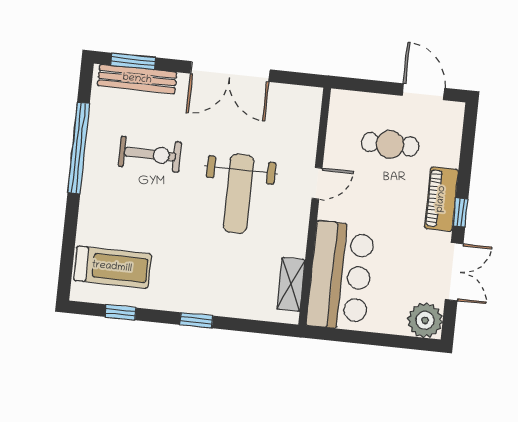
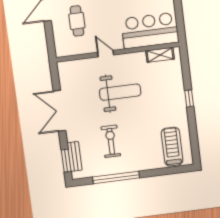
double door: (230, 72) -> (59, 111), swing flipped
bench: (137, 79) -> (75, 156), width x0.73
window: (121, 312) -> (194, 137), removed

